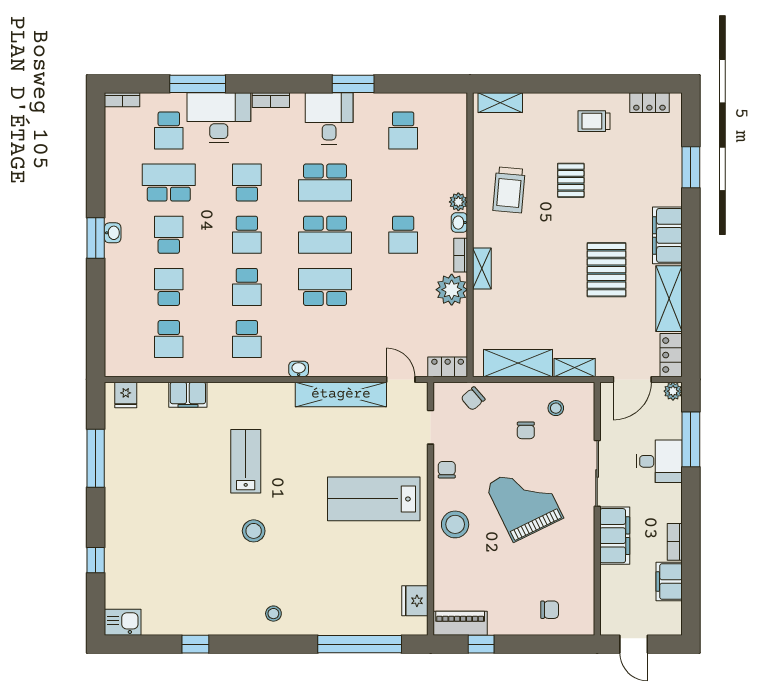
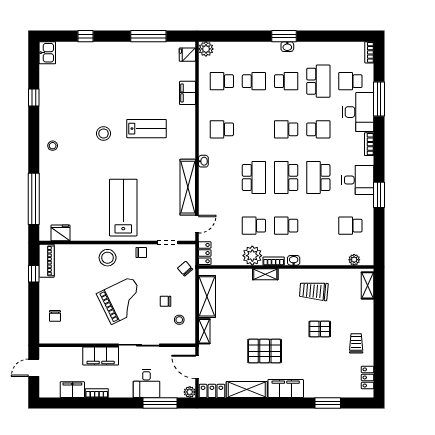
plant: (458, 202) -> (354, 260), moved
school desk: (247, 287) -> (254, 226), moved
plant: (116, 365) -> (206, 49), added

